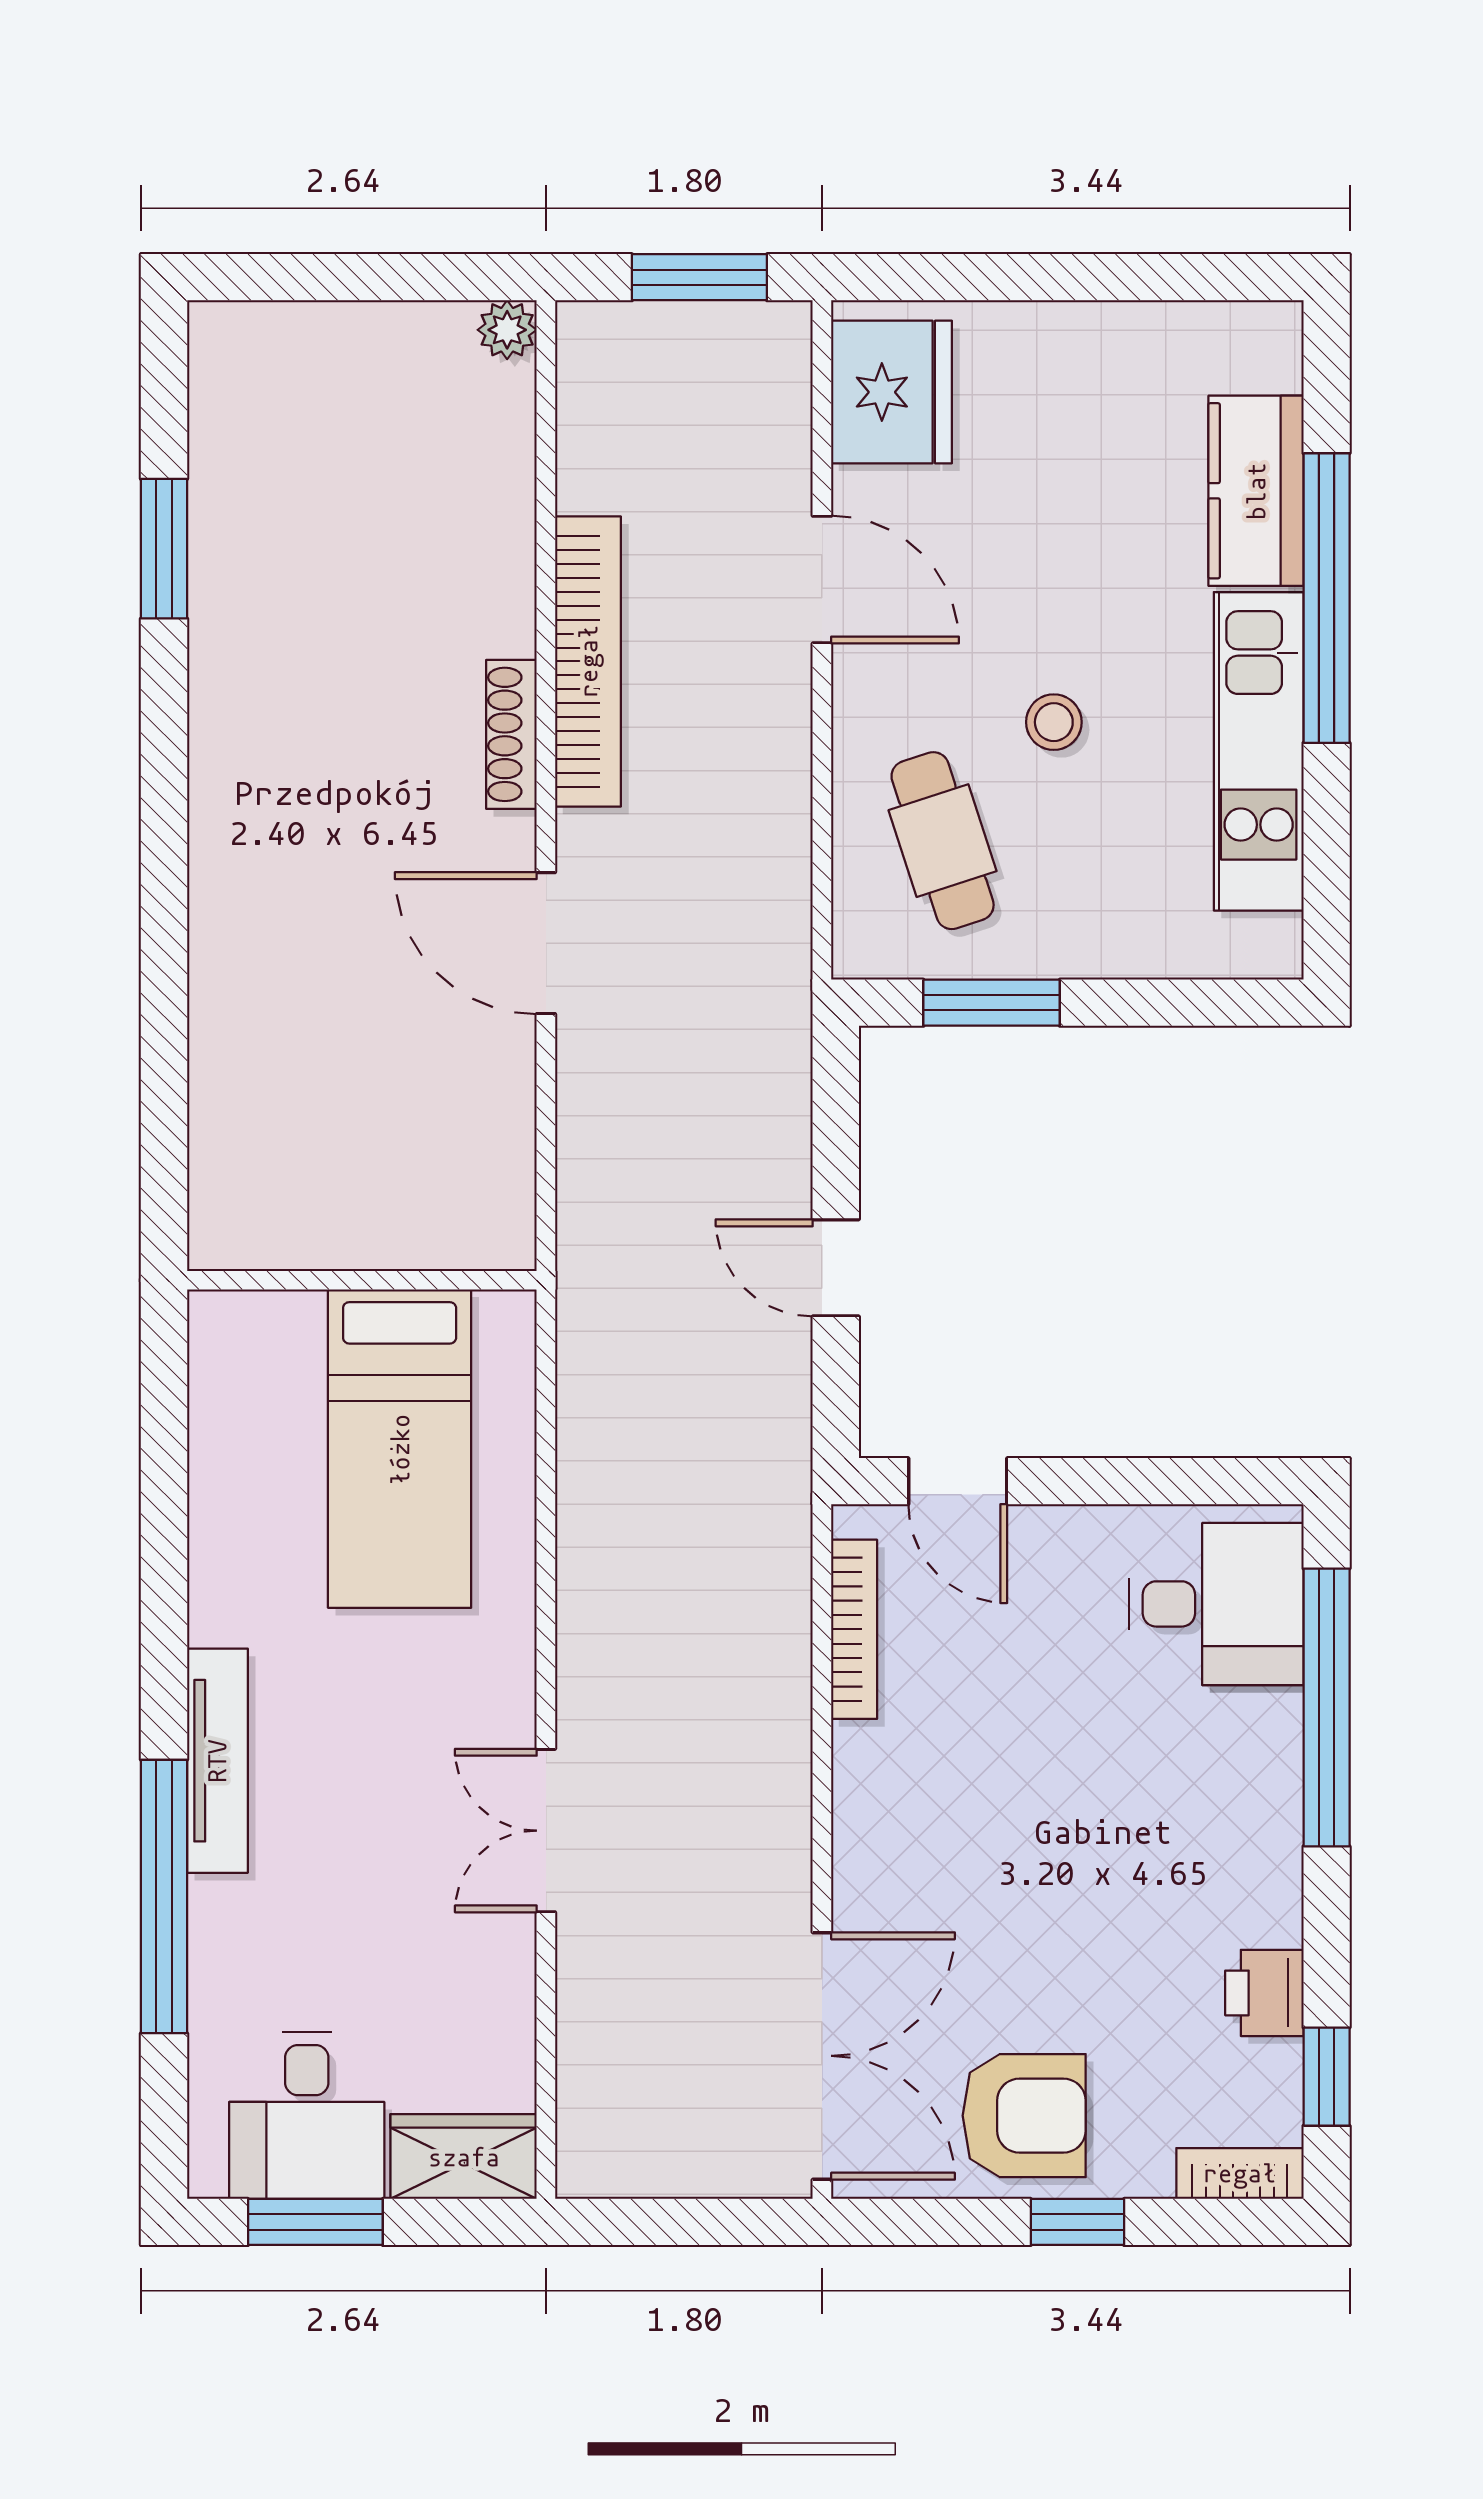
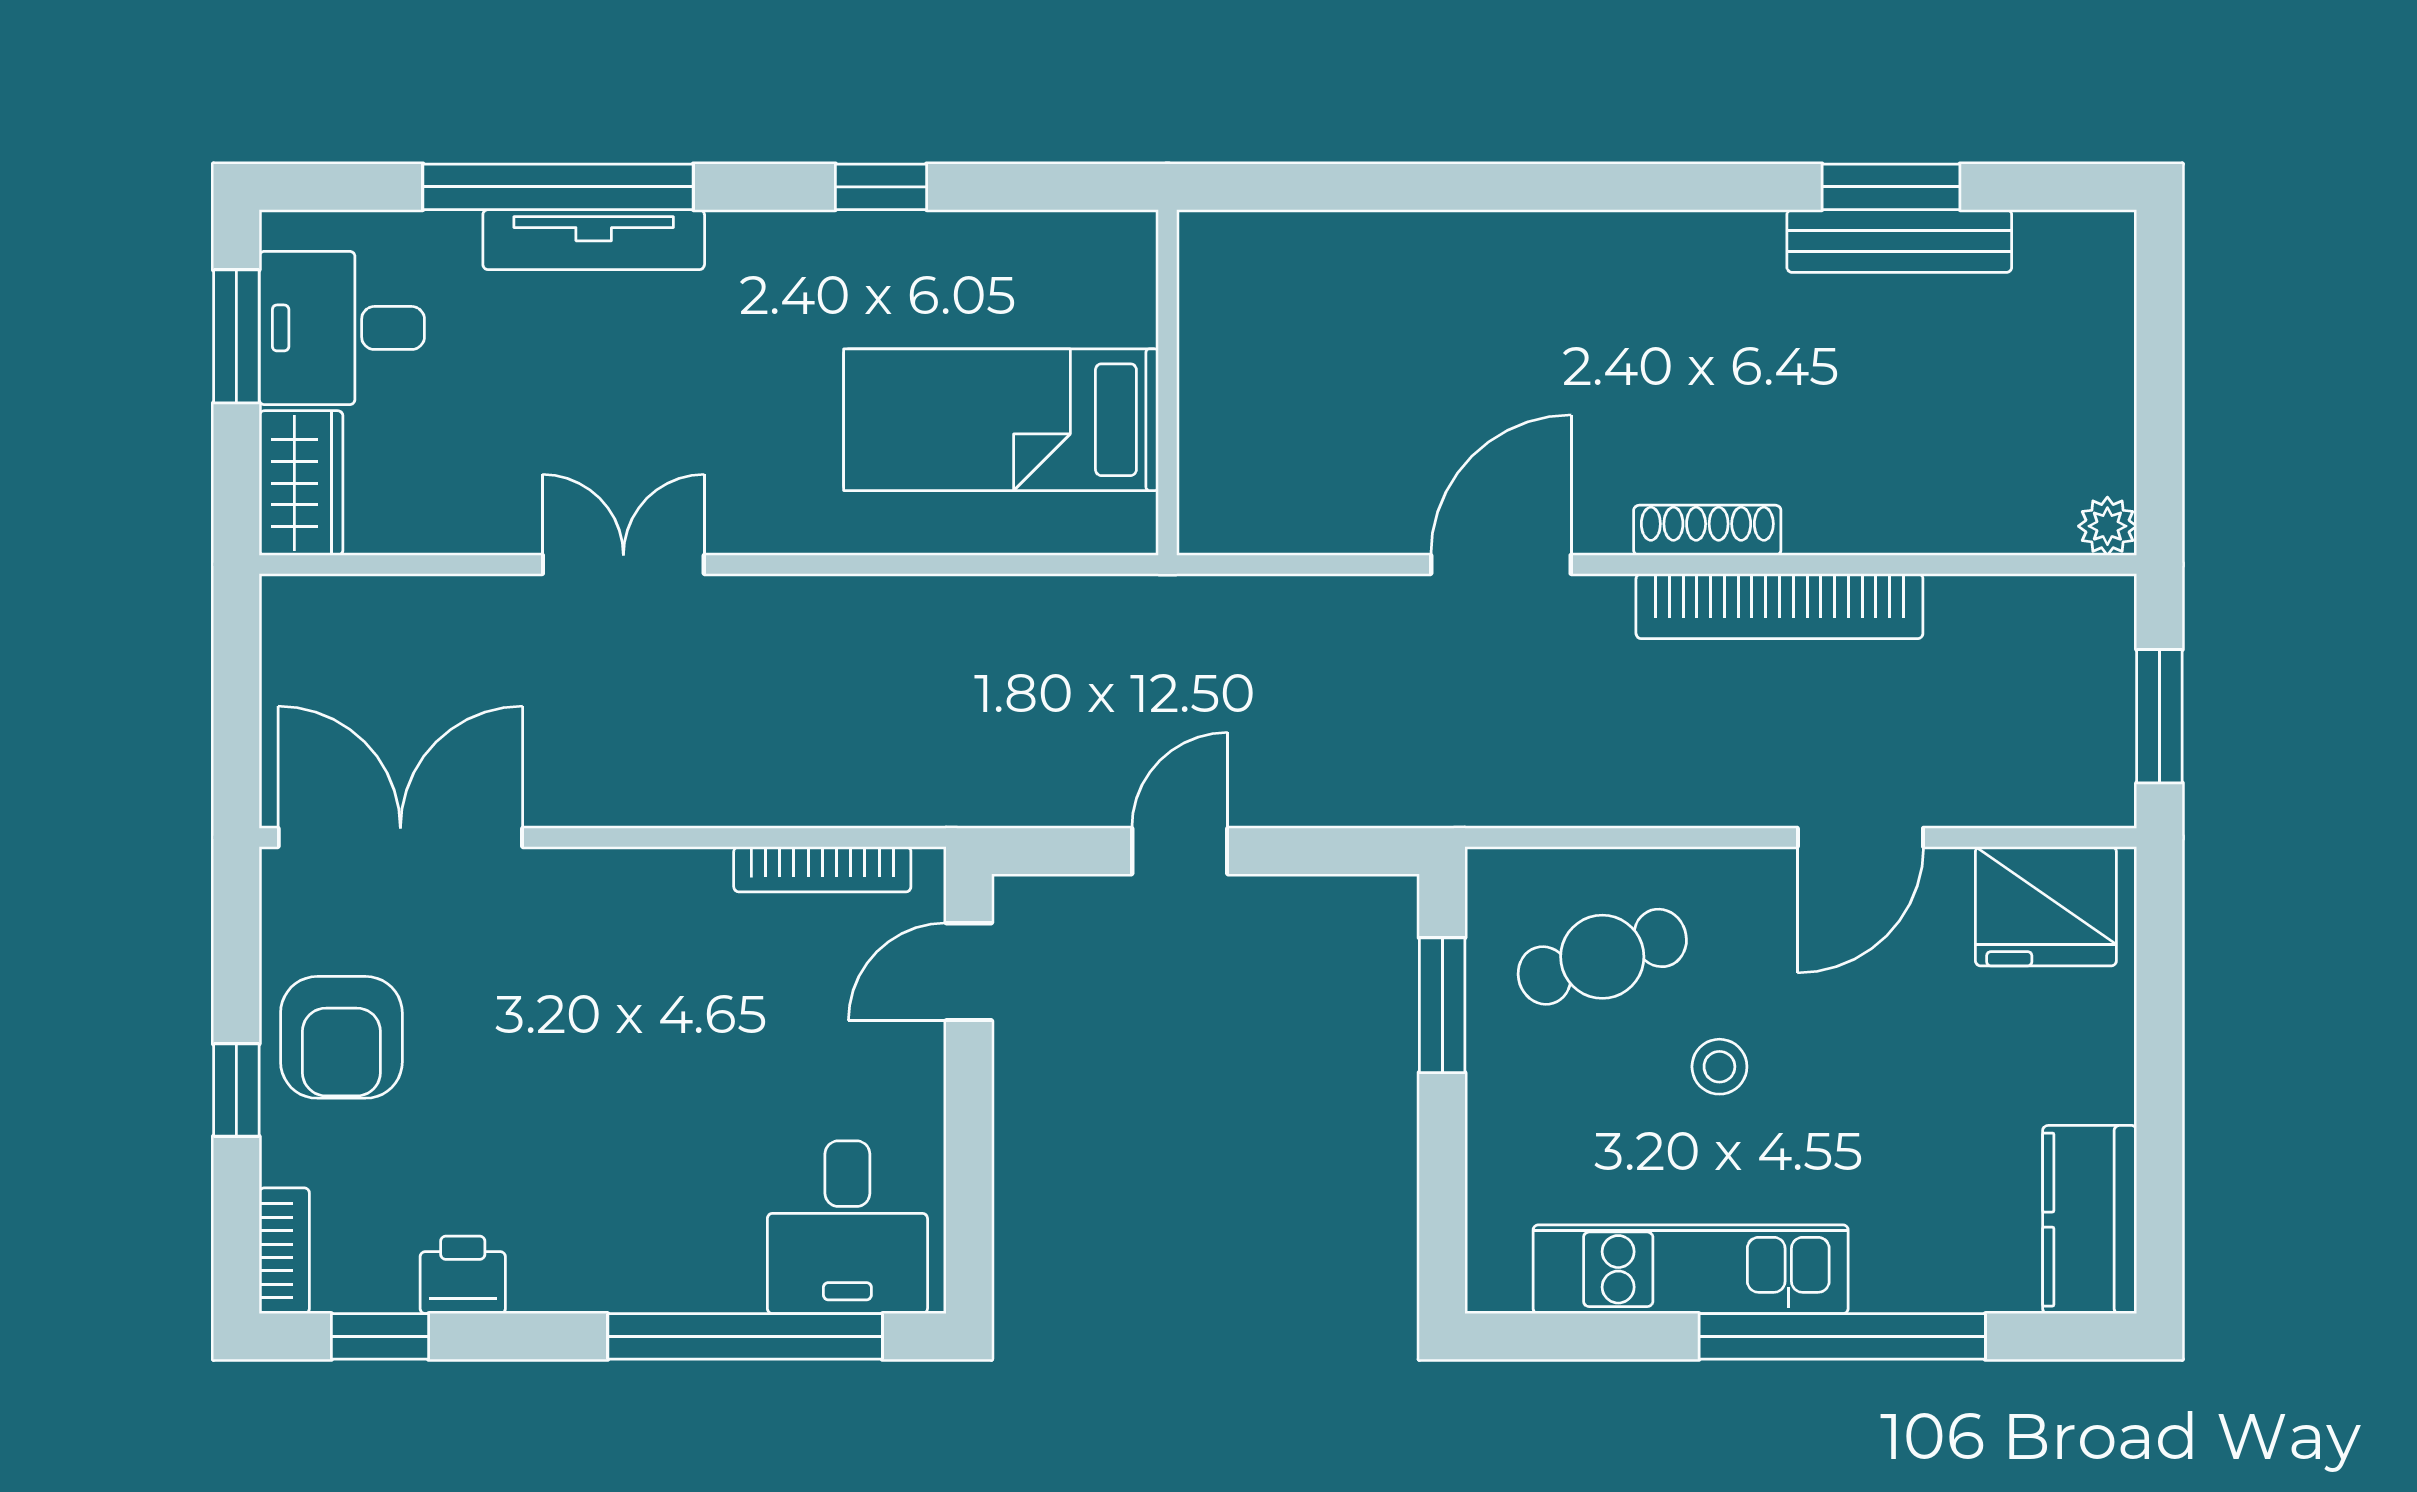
kitchen counter: (1256, 491) -> (2090, 1220), moved, turned -90
bench: (219, 540) -> (1899, 241), added
window: (164, 1570) -> (881, 187), added
tv unit: (217, 1761) -> (594, 240), moved
double door: (822, 2056) -> (400, 837), swing flipped

